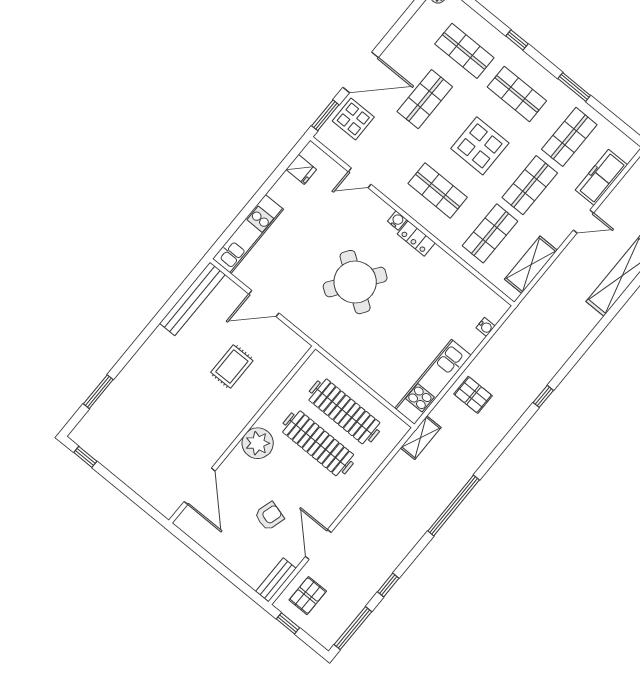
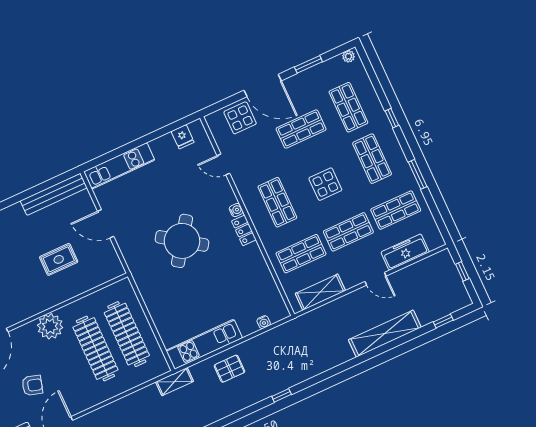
window: (325, 115) -> (308, 64), moved
display table: (480, 146) -> (325, 184), width x0.73, depth x0.73
pallet: (473, 395) -> (229, 369), turned 90

